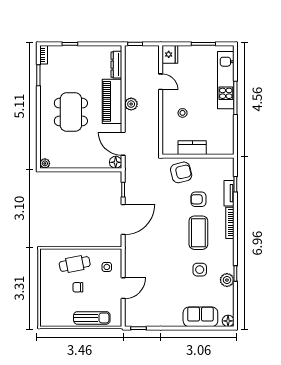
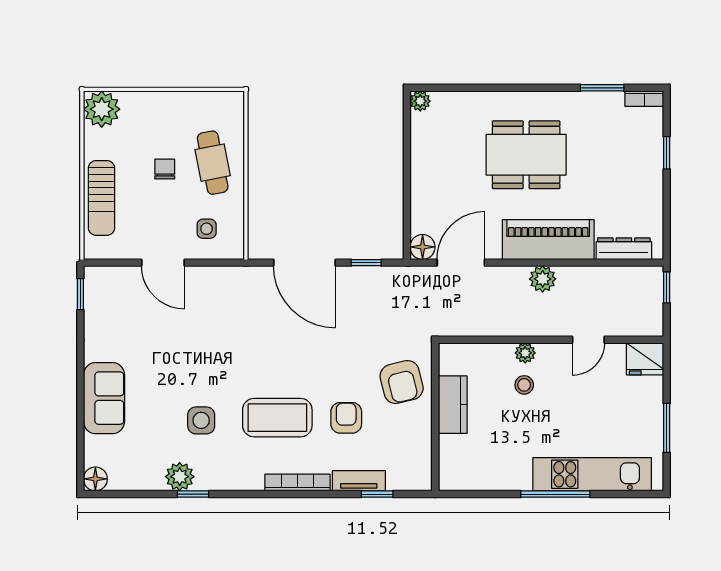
plant: (167, 112) -> (525, 353), added
sofa: (200, 317) -> (104, 398), moved
plant: (49, 318) -> (102, 109), added

